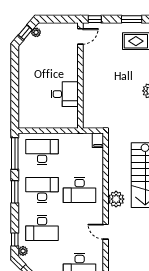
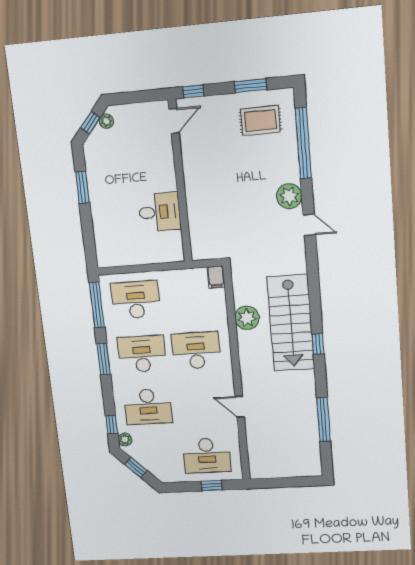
window: (15, 74) -> (82, 187), added
desk: (80, 190) -> (196, 351), turned 180
plant: (116, 199) -> (247, 318), moved

